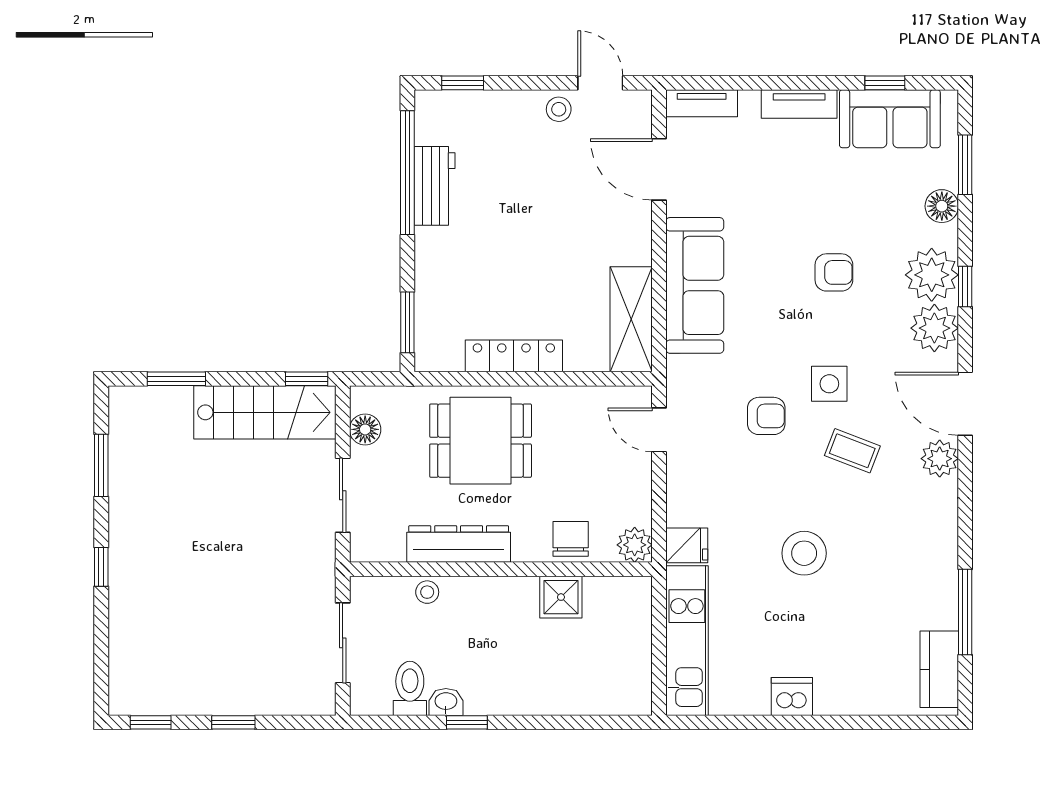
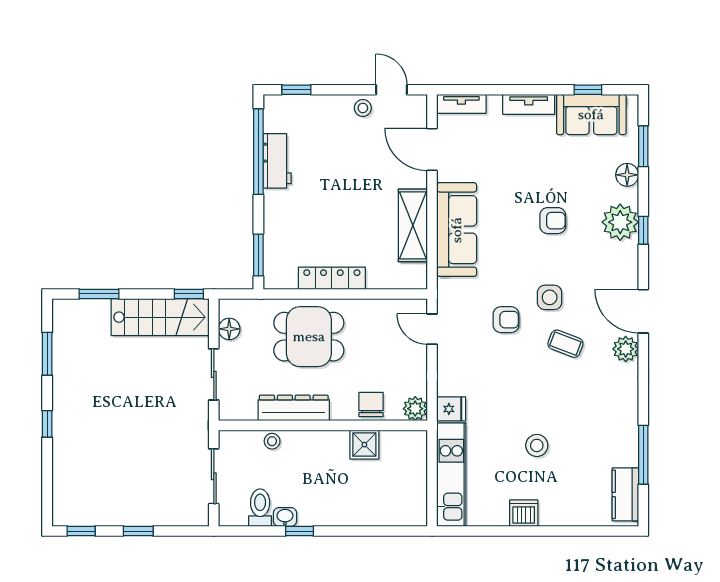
shelving: (631, 319) -> (413, 225), moved
plant: (934, 328) -> (622, 259), removed
stool: (804, 553) -> (537, 445), moved, width x0.73, depth x0.73

